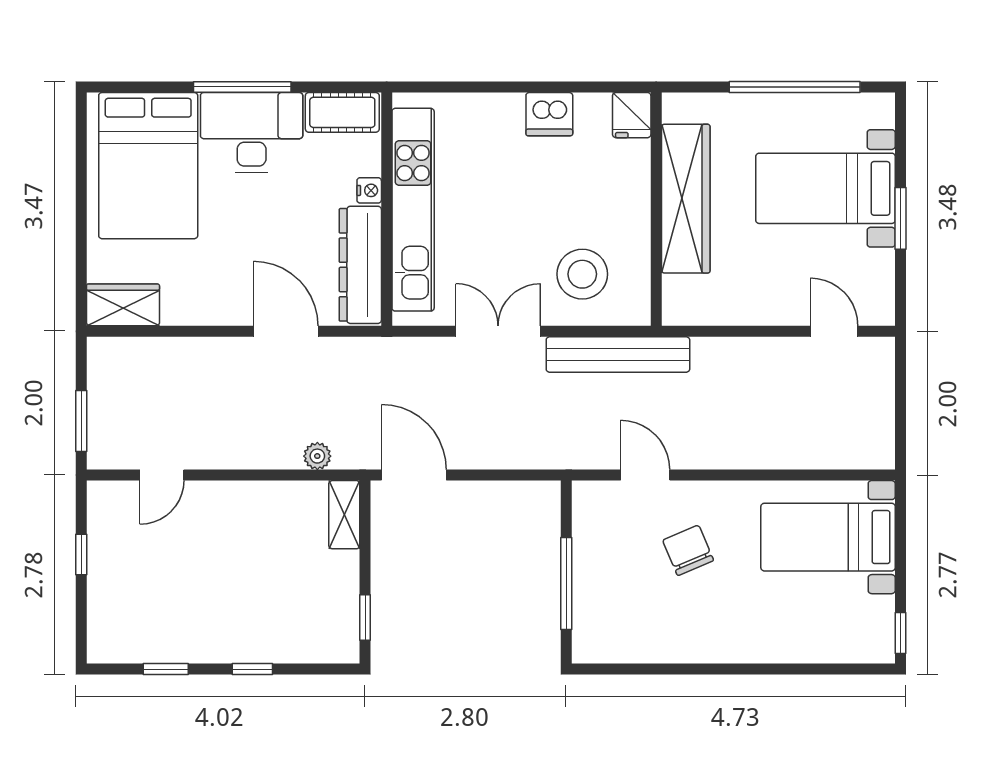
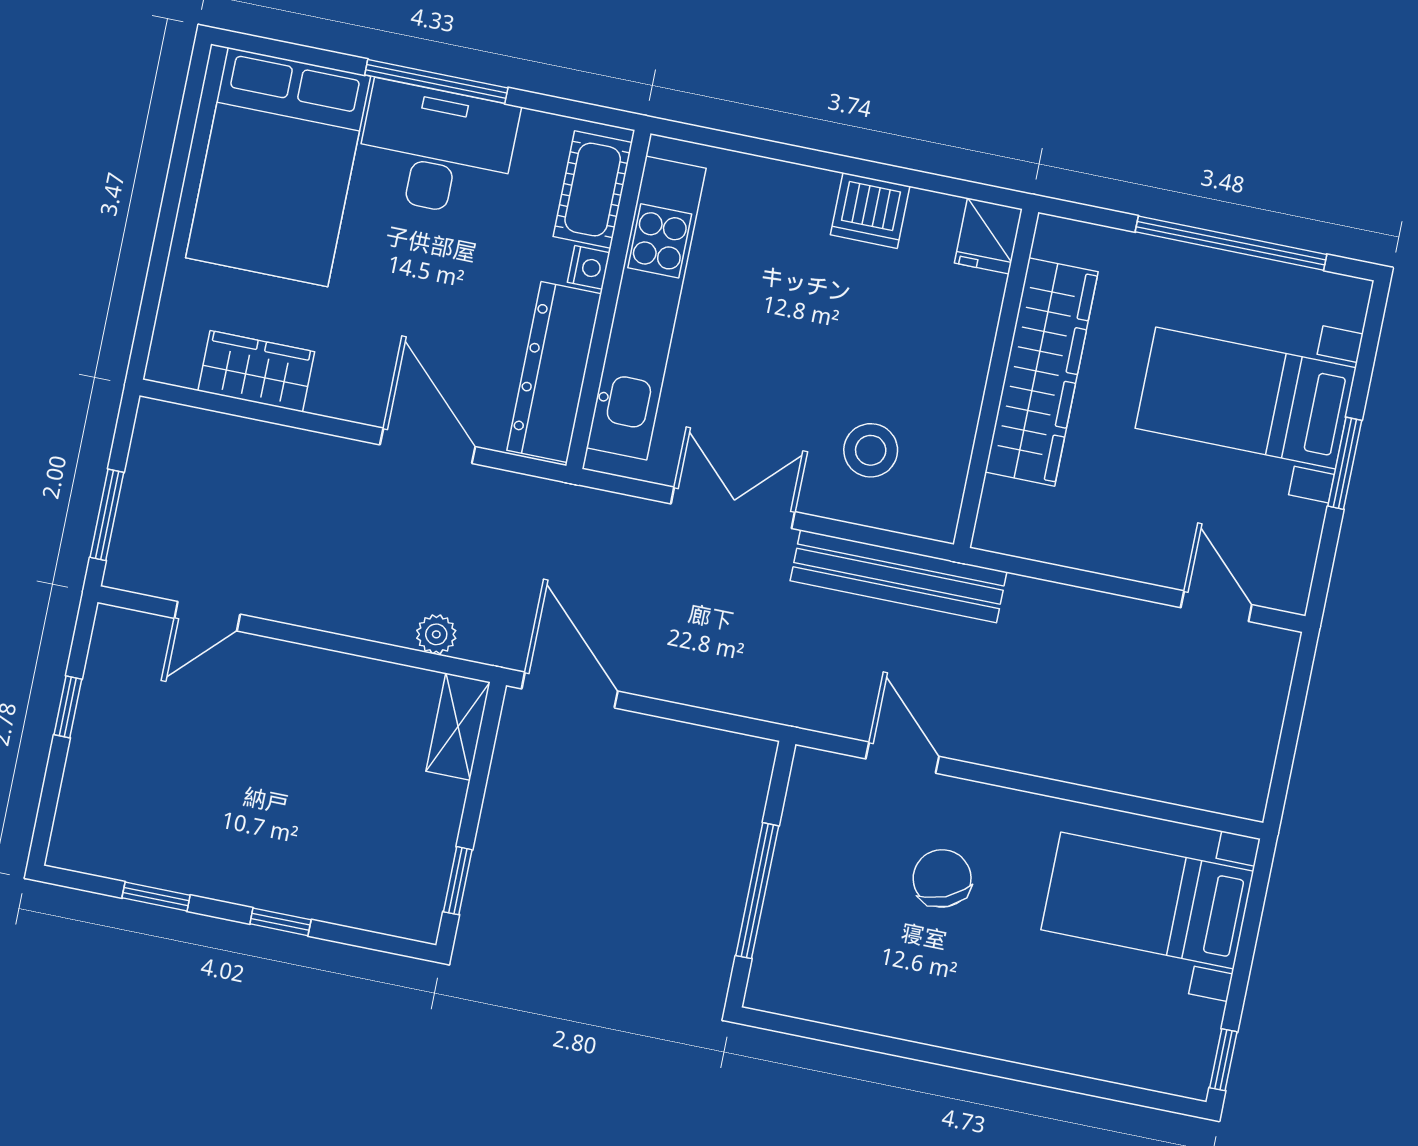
cot: (342, 112) -> (593, 190), moved, turned 90
stool: (582, 274) -> (871, 450), width x0.73, depth x0.73
wardrobe: (123, 305) -> (256, 371), moved

